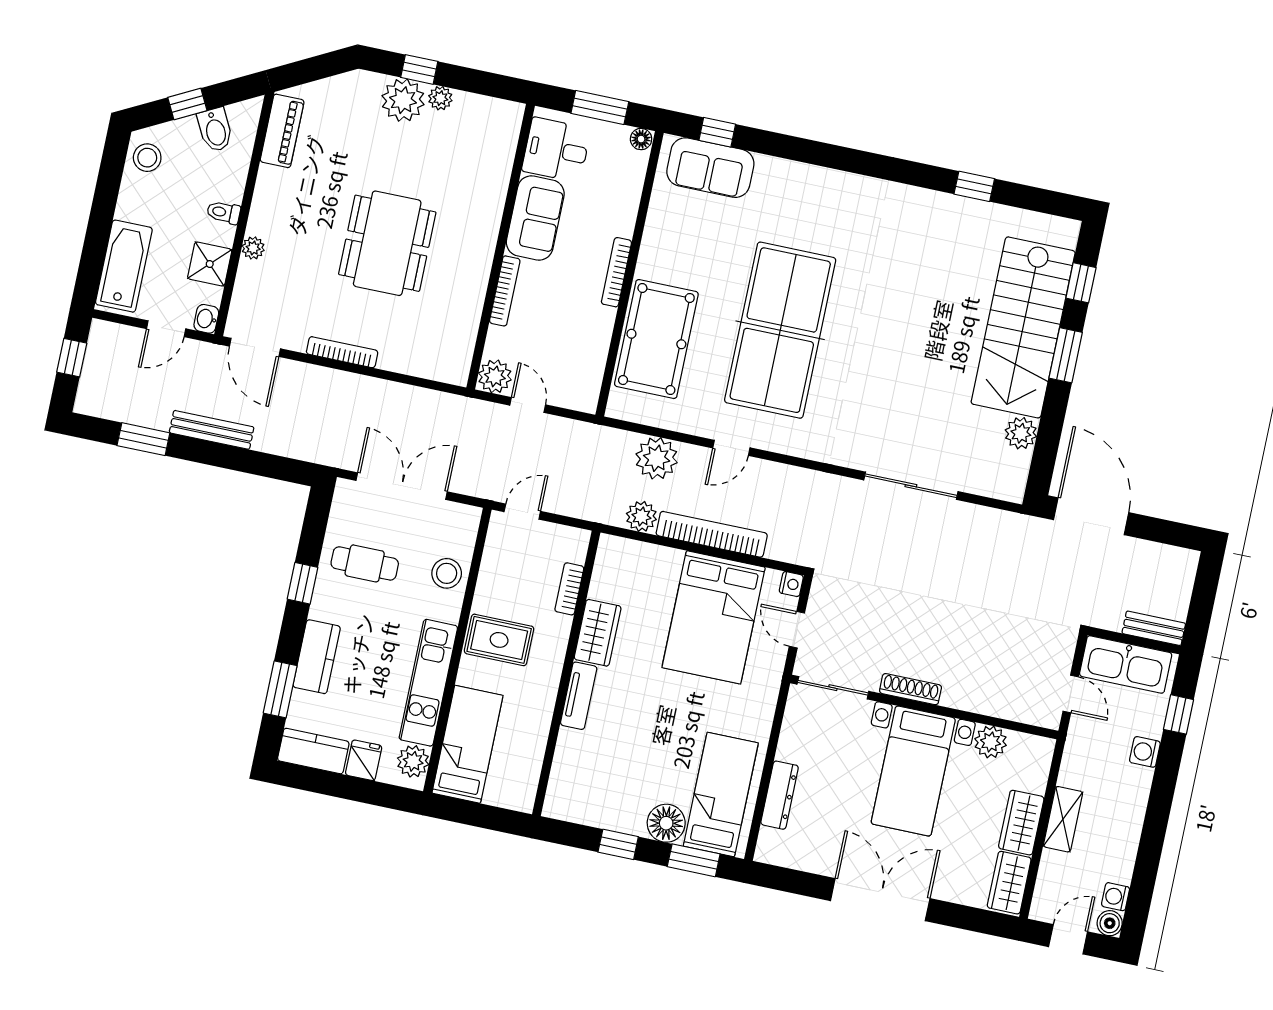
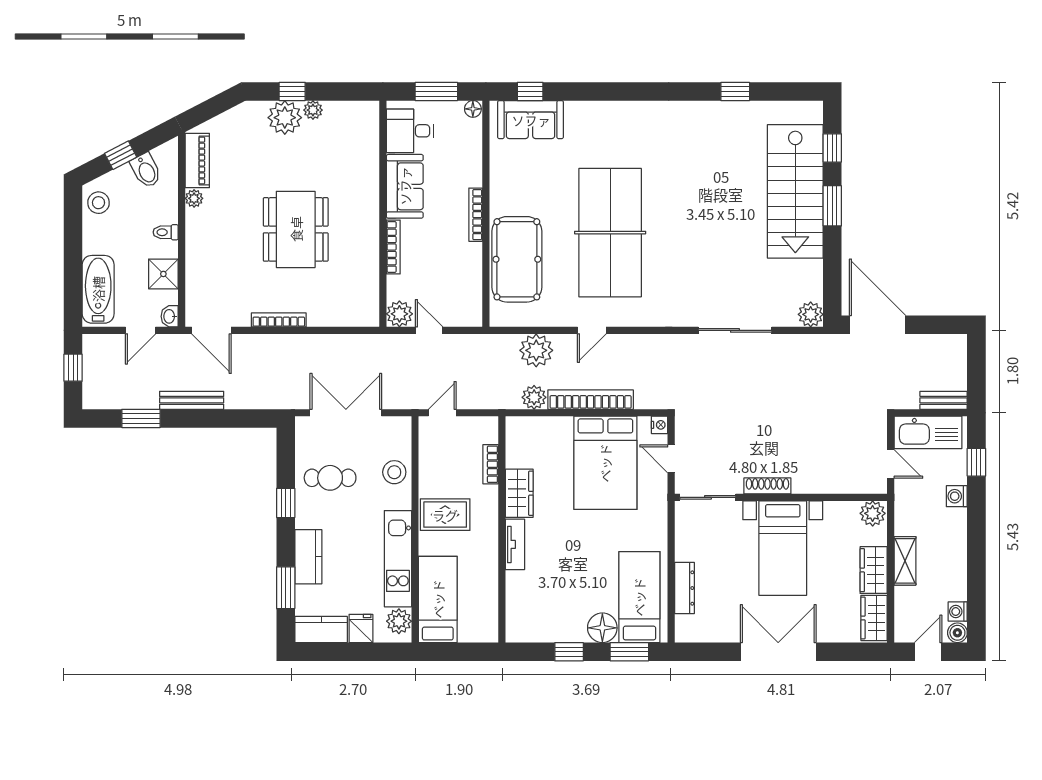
plant: (253, 248) -> (194, 198), moved
plant: (1021, 433) -> (811, 314), moved
plant: (991, 742) -> (873, 513), moved

